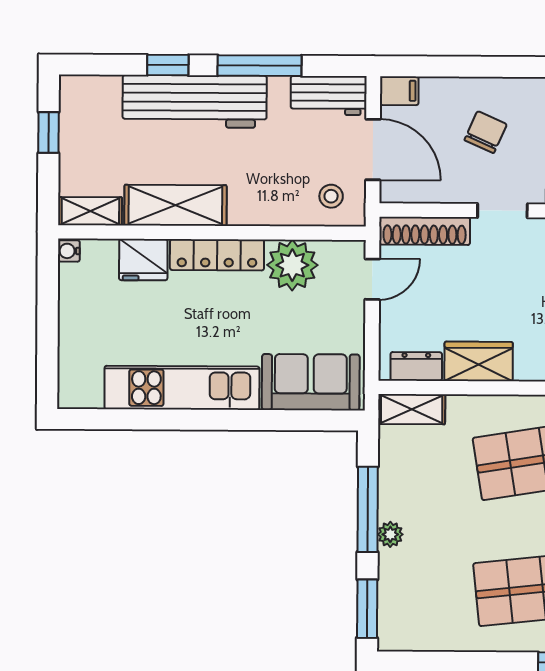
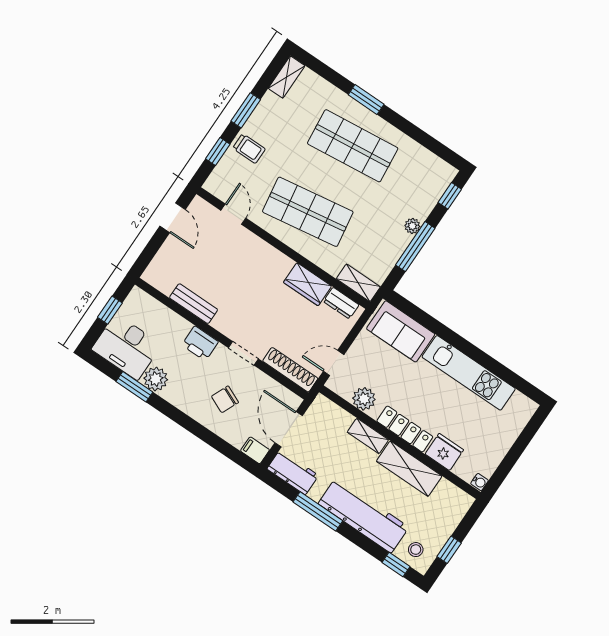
window: (168, 65) -> (396, 564), moved
stool: (331, 196) -> (416, 550), moved
shelving: (90, 211) -> (368, 436), moved
plant: (292, 265) -> (364, 399), width x0.73, depth x0.73
window: (367, 609) -> (450, 196), width x0.67

